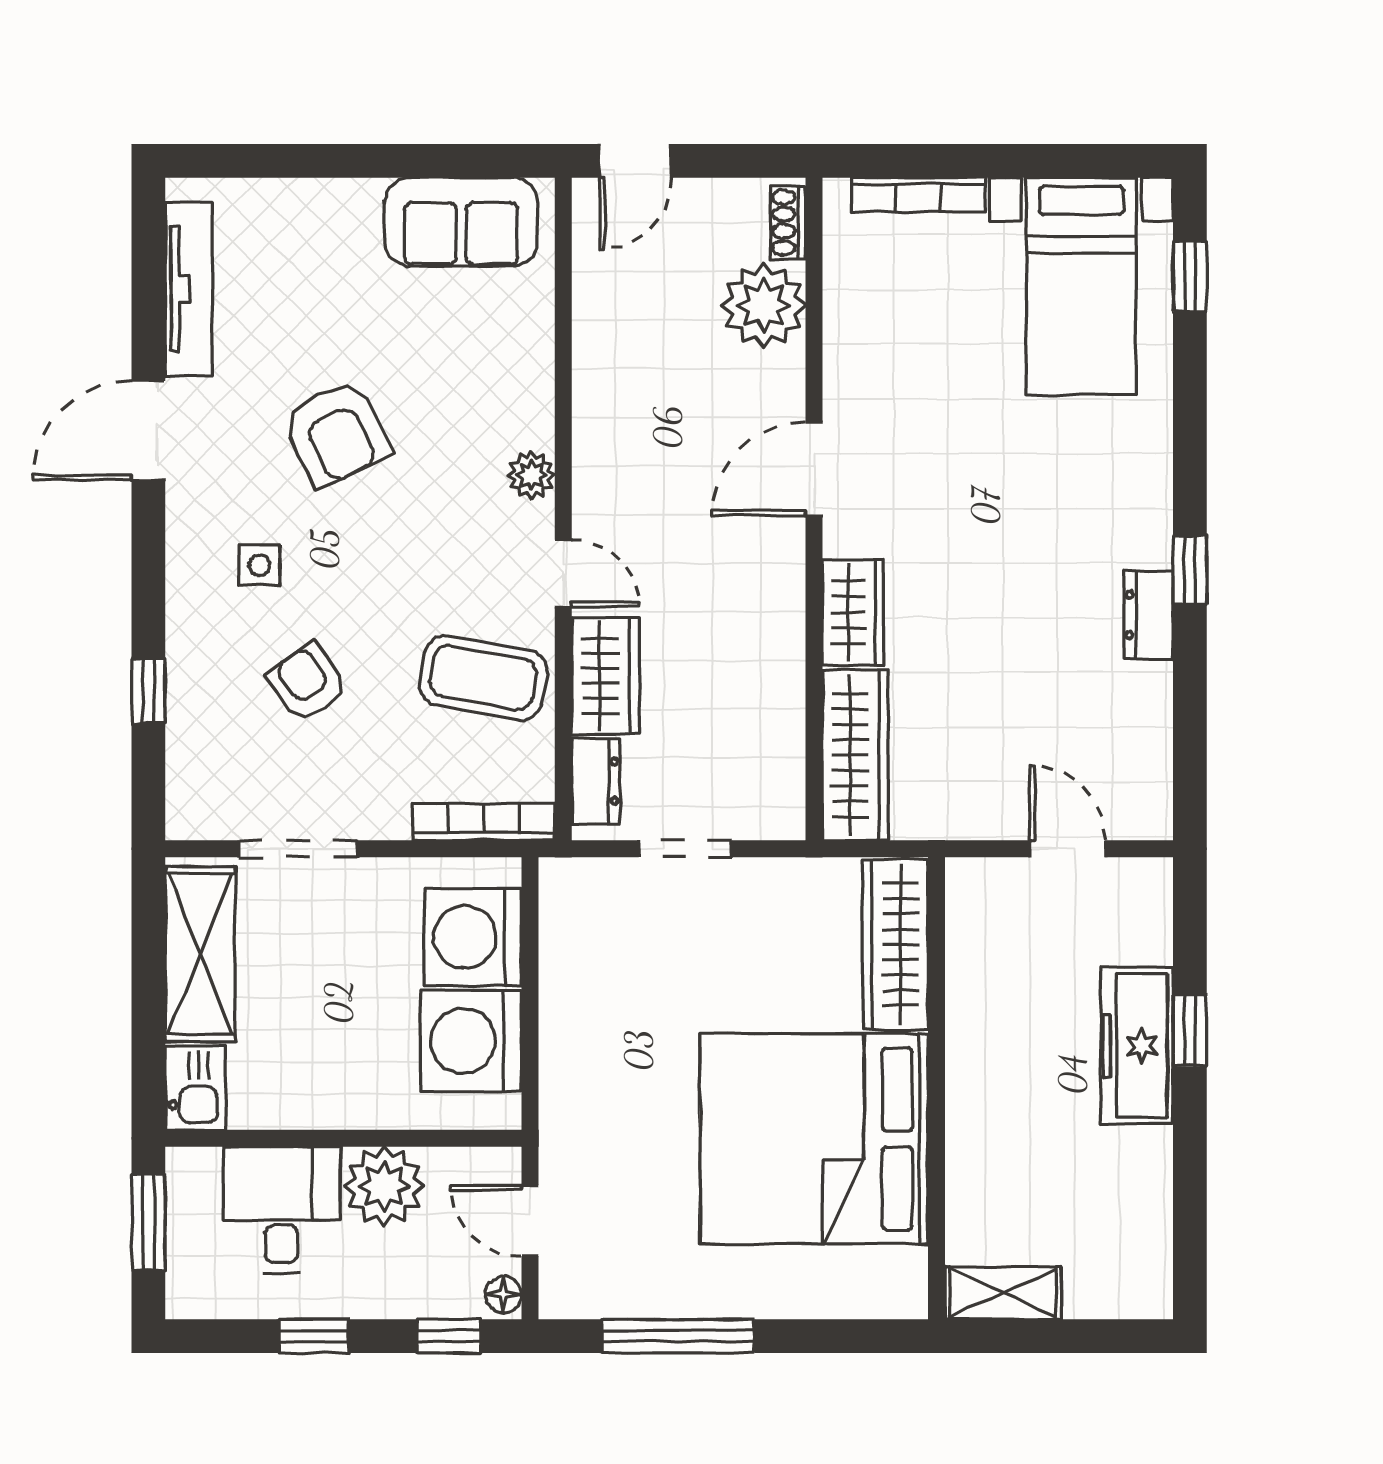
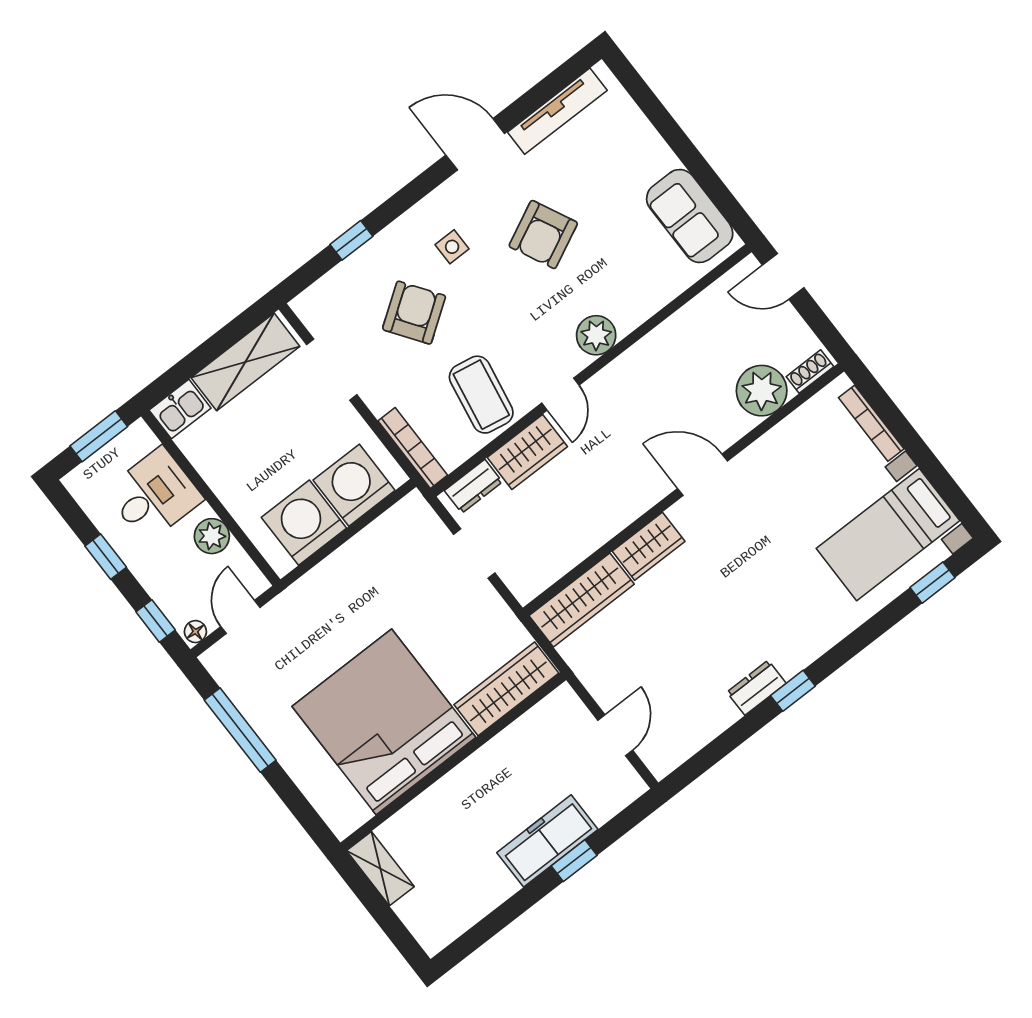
plant: (531, 475) -> (596, 335), width x1.38, depth x1.38
armchair: (307, 682) -> (414, 313), width x1.38, depth x1.38
plant: (384, 1186) -> (212, 536), width x0.73, depth x0.73

